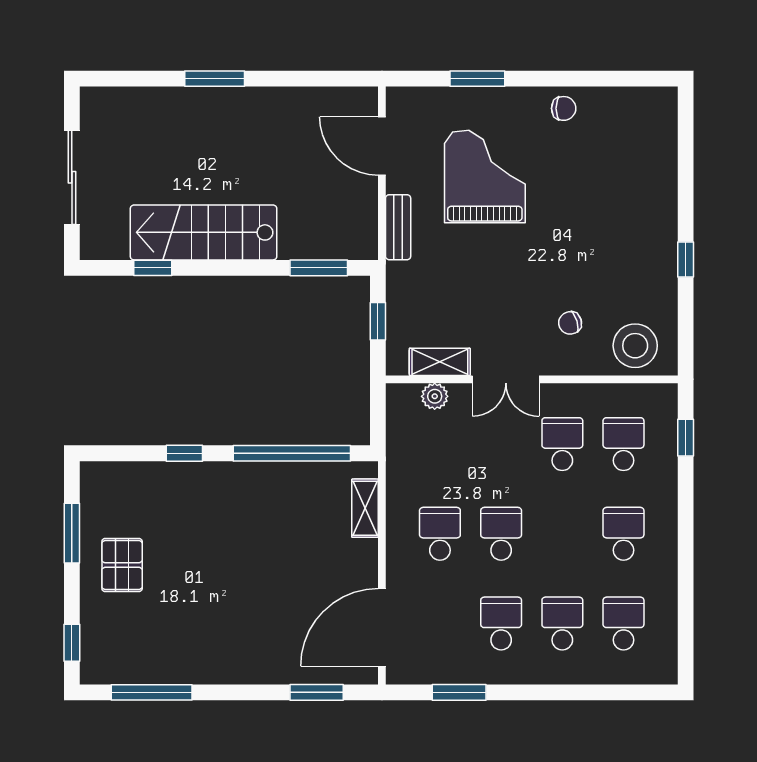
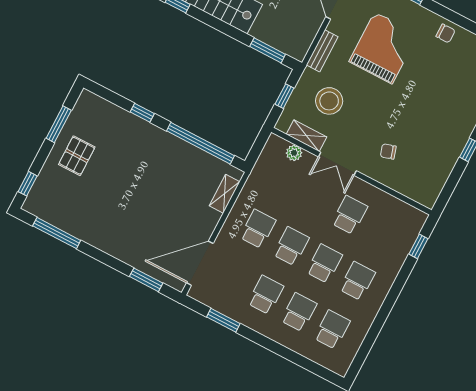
stool: (635, 346) -> (329, 101), moved
school desk: (623, 444) -> (324, 264), moved

